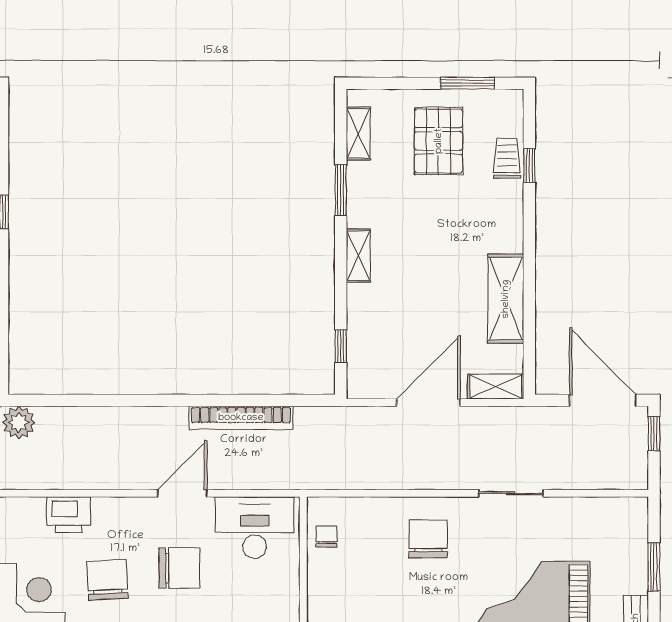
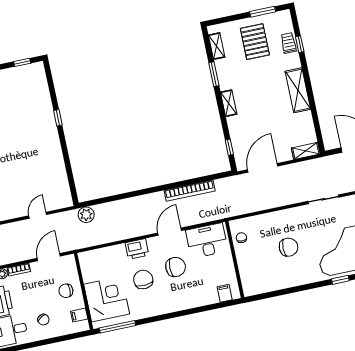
shelving: (506, 299) -> (298, 90), moved
door: (428, 403) -> (263, 168), moved
printer: (69, 515) -> (137, 249), moved
chair: (428, 539) -> (289, 247), moved, turned 90

